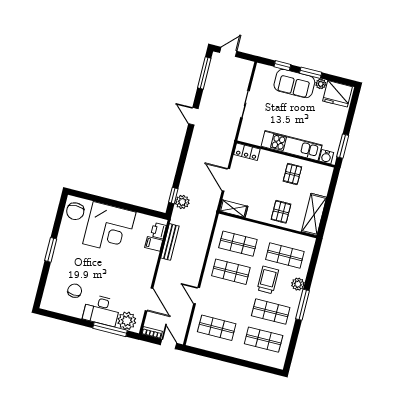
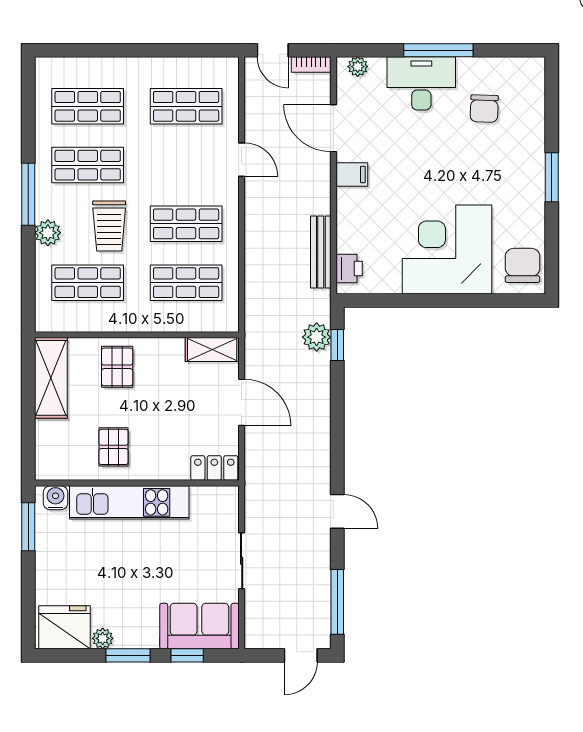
sofa: (294, 84) -> (199, 626), moved
filing cabinet: (154, 244) -> (352, 174), moved
plant: (127, 321) -> (358, 67), width x0.53, depth x0.53
window: (110, 329) -> (438, 50), moved

